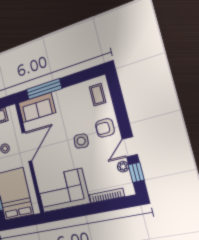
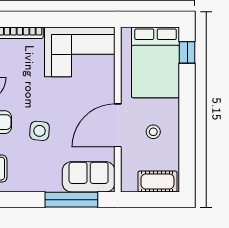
side table: (81, 141) -> (40, 131), moved

